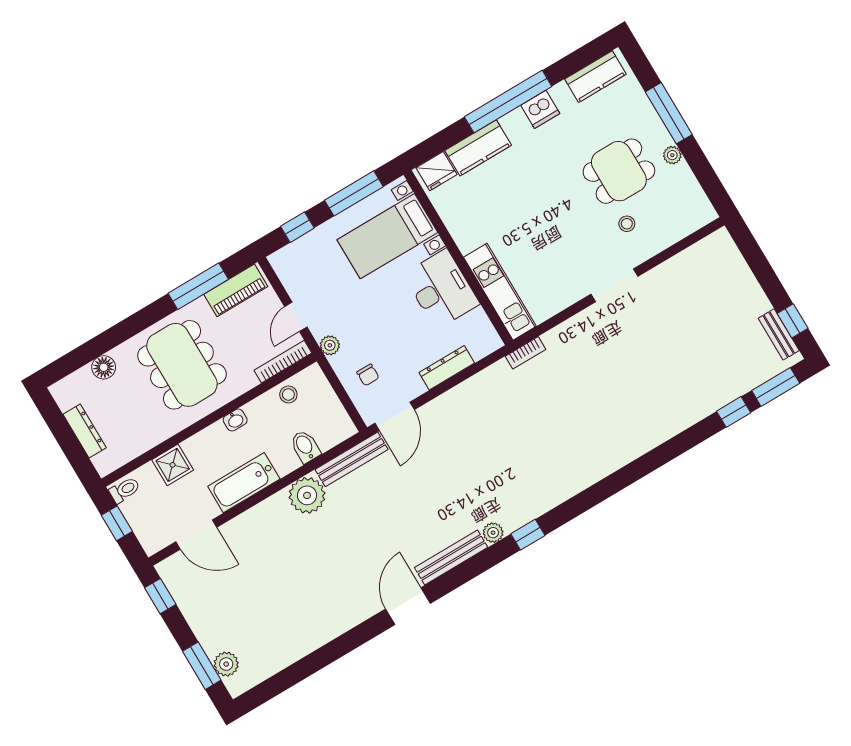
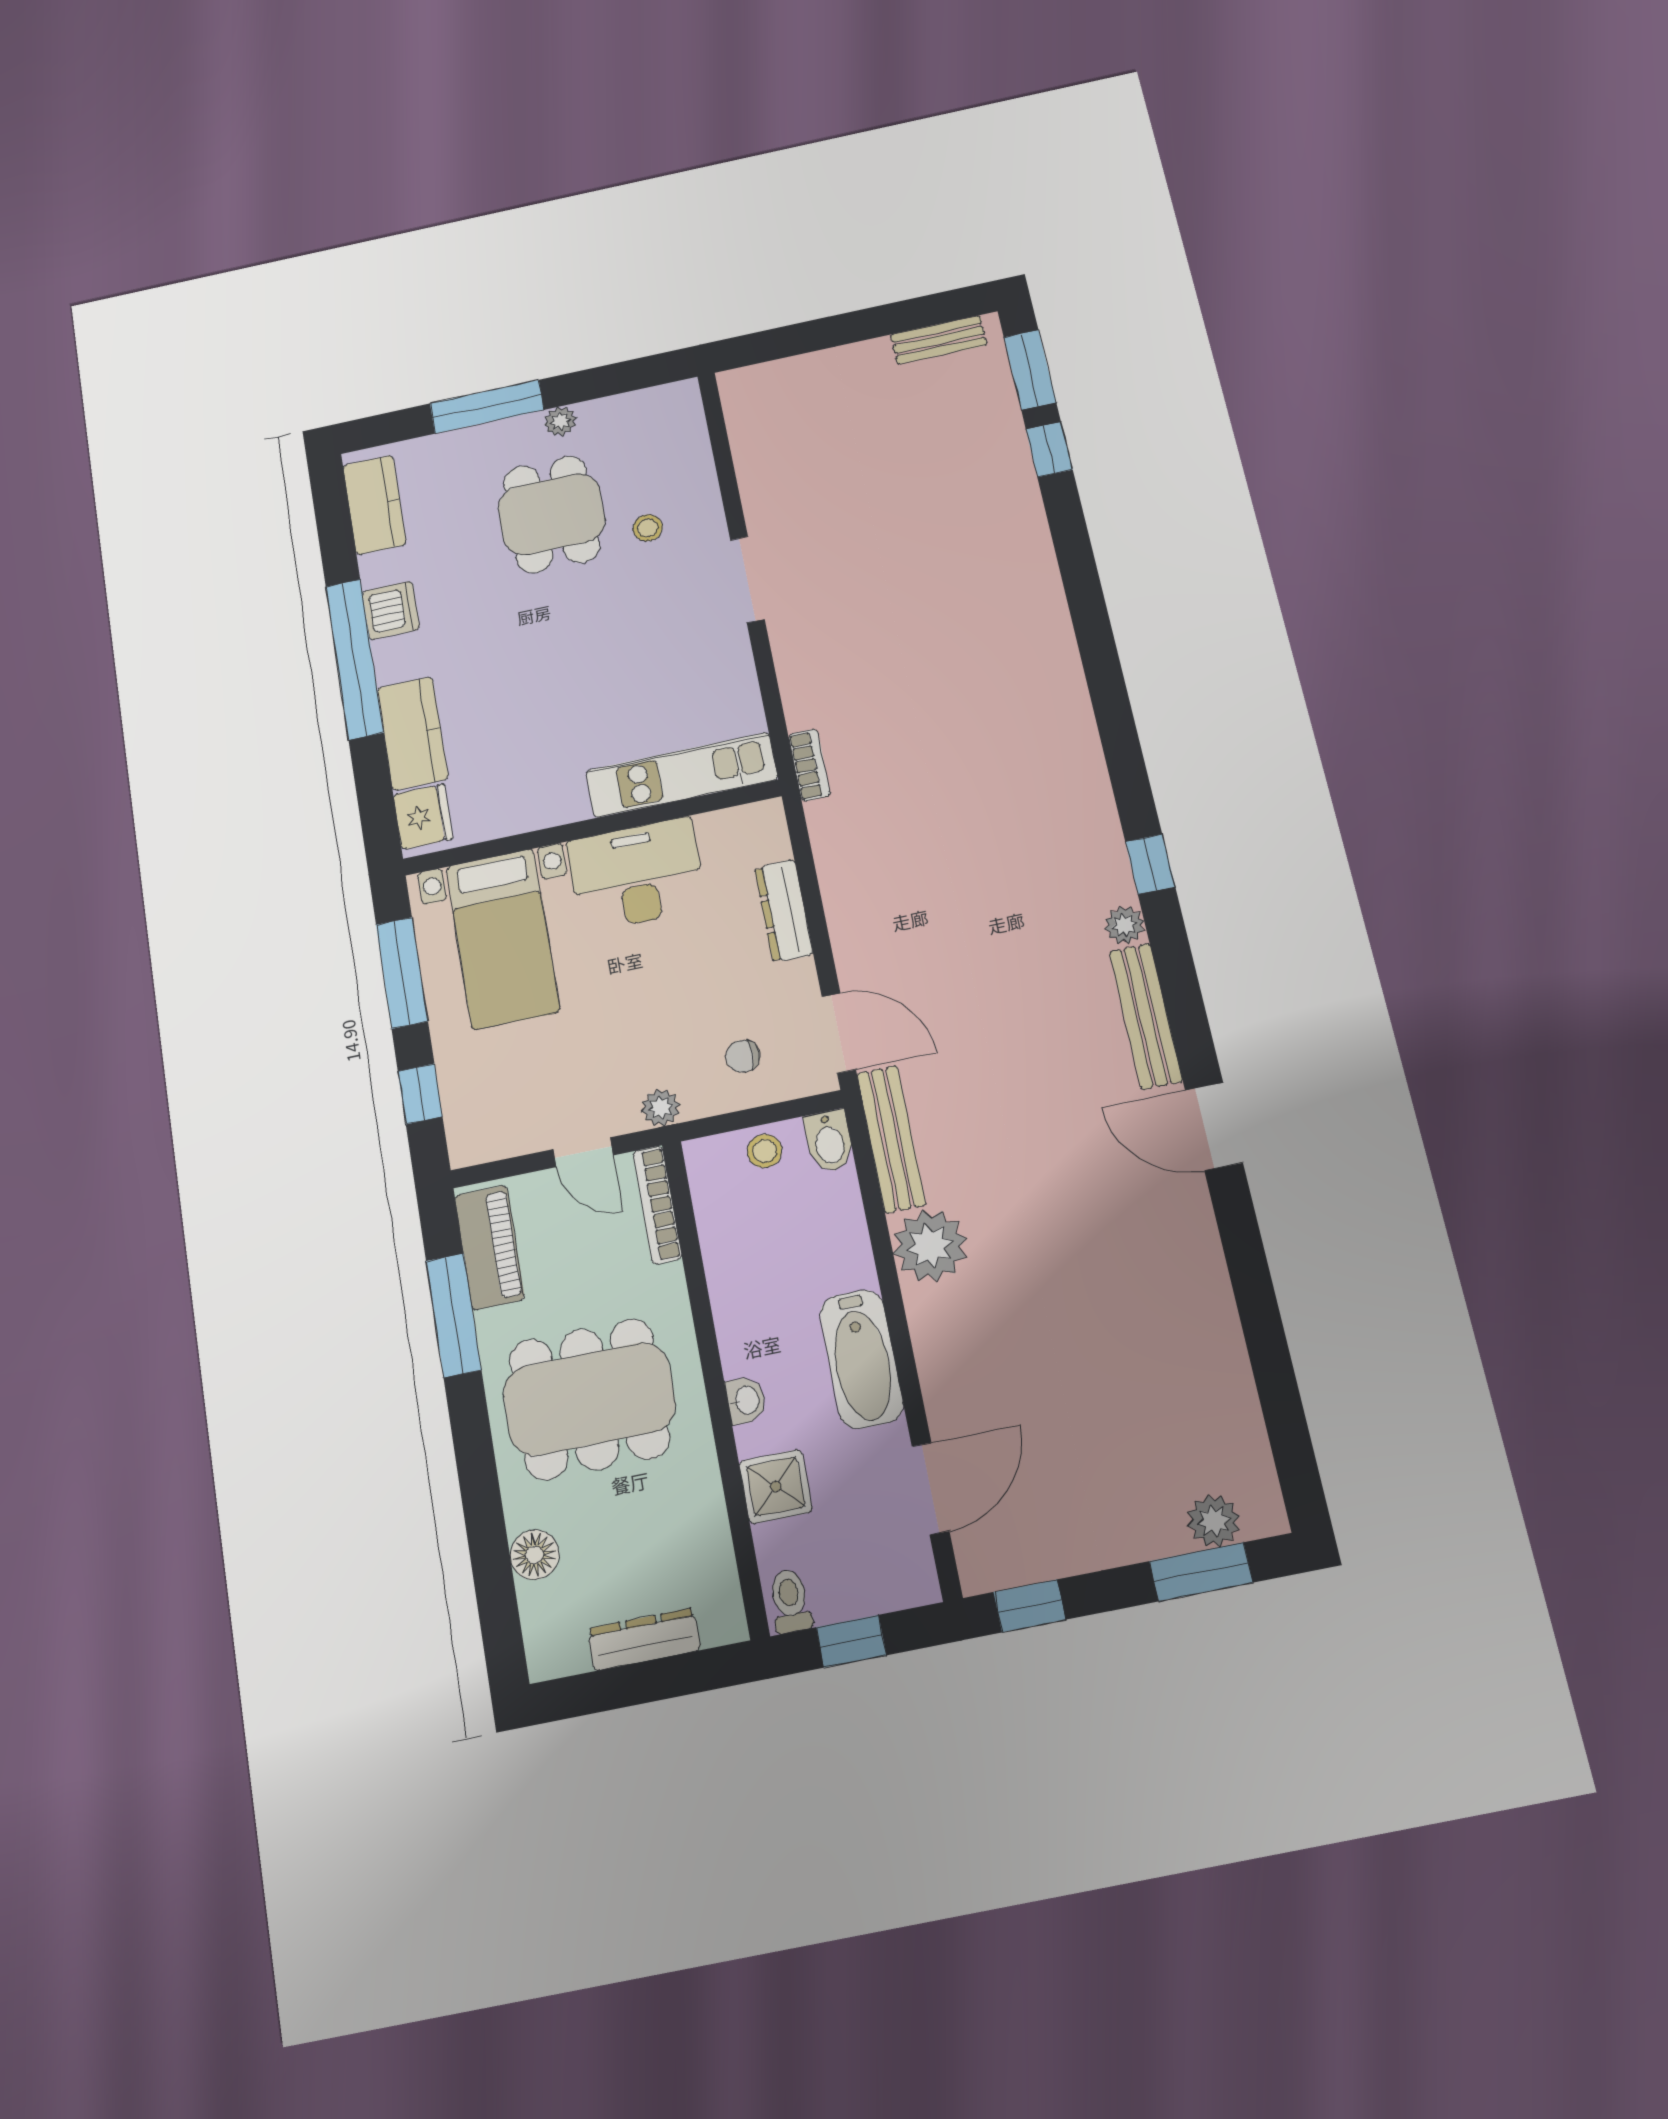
window: (793, 321) -> (924, 312), removed
chair: (368, 375) -> (743, 1056), turned 180
stool: (288, 394) -> (765, 1151), moved
washbasin: (235, 420) -> (746, 1400), moved
bidet: (305, 446) -> (829, 1141), moved, turned -90

